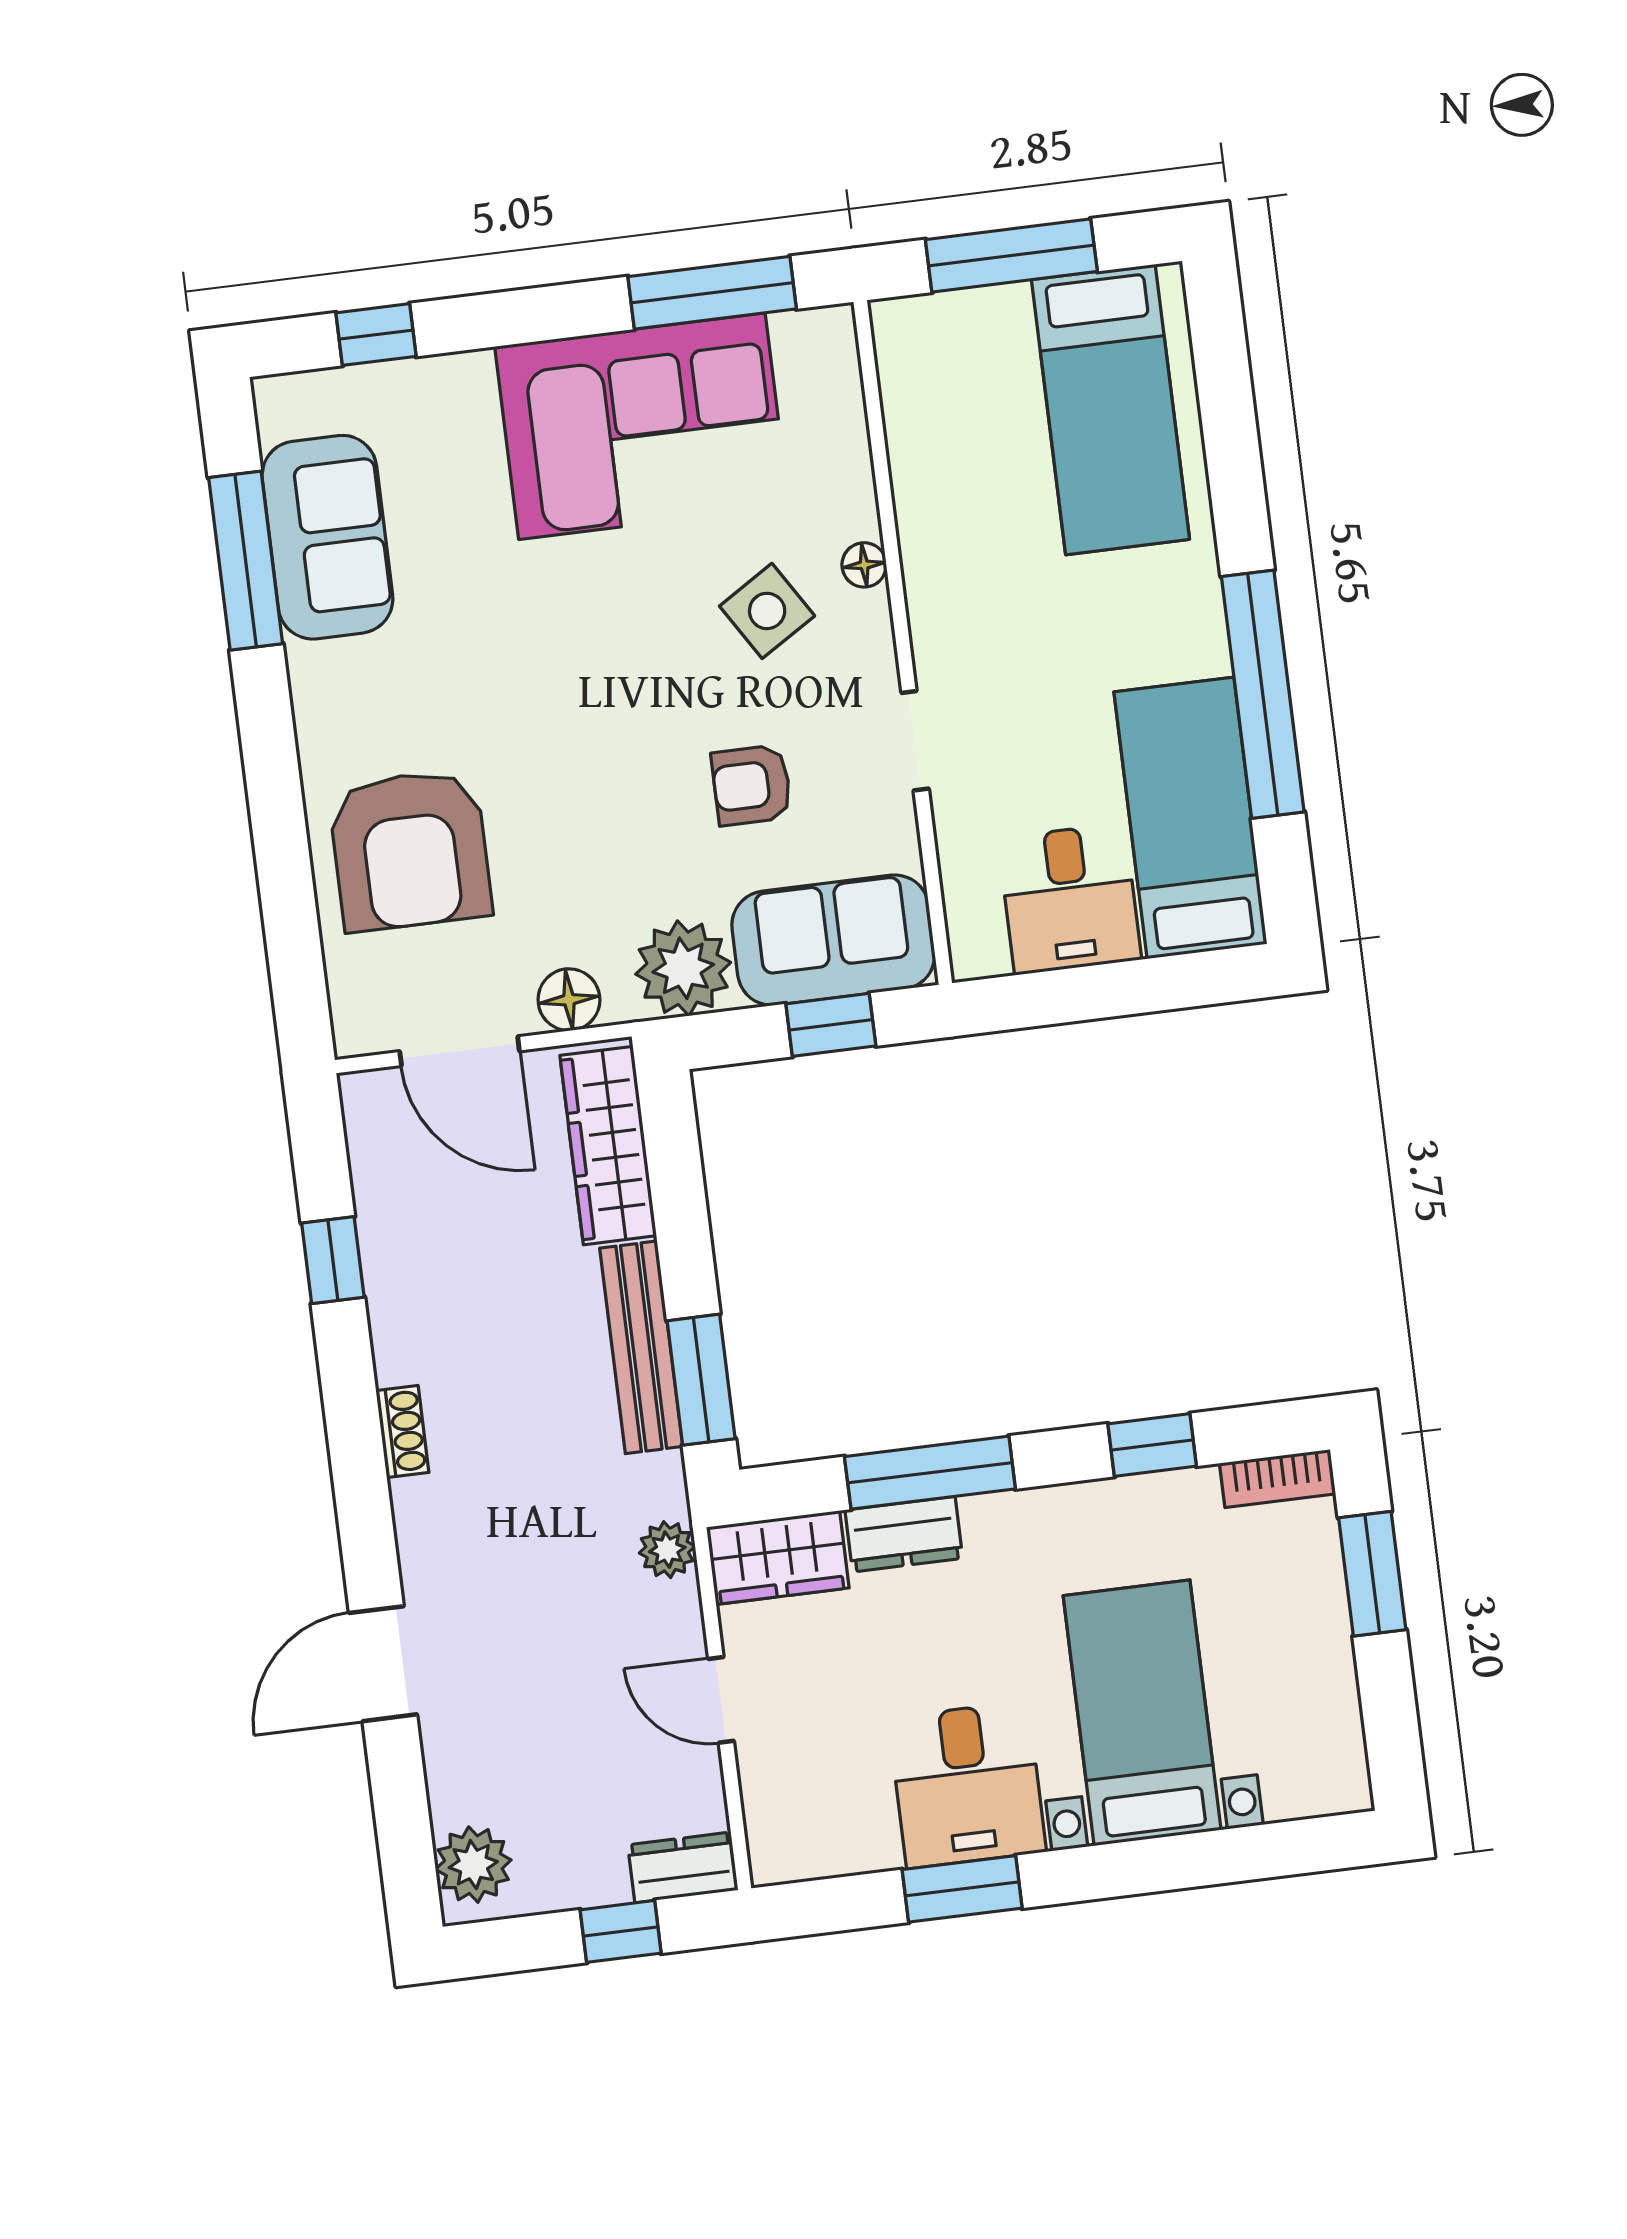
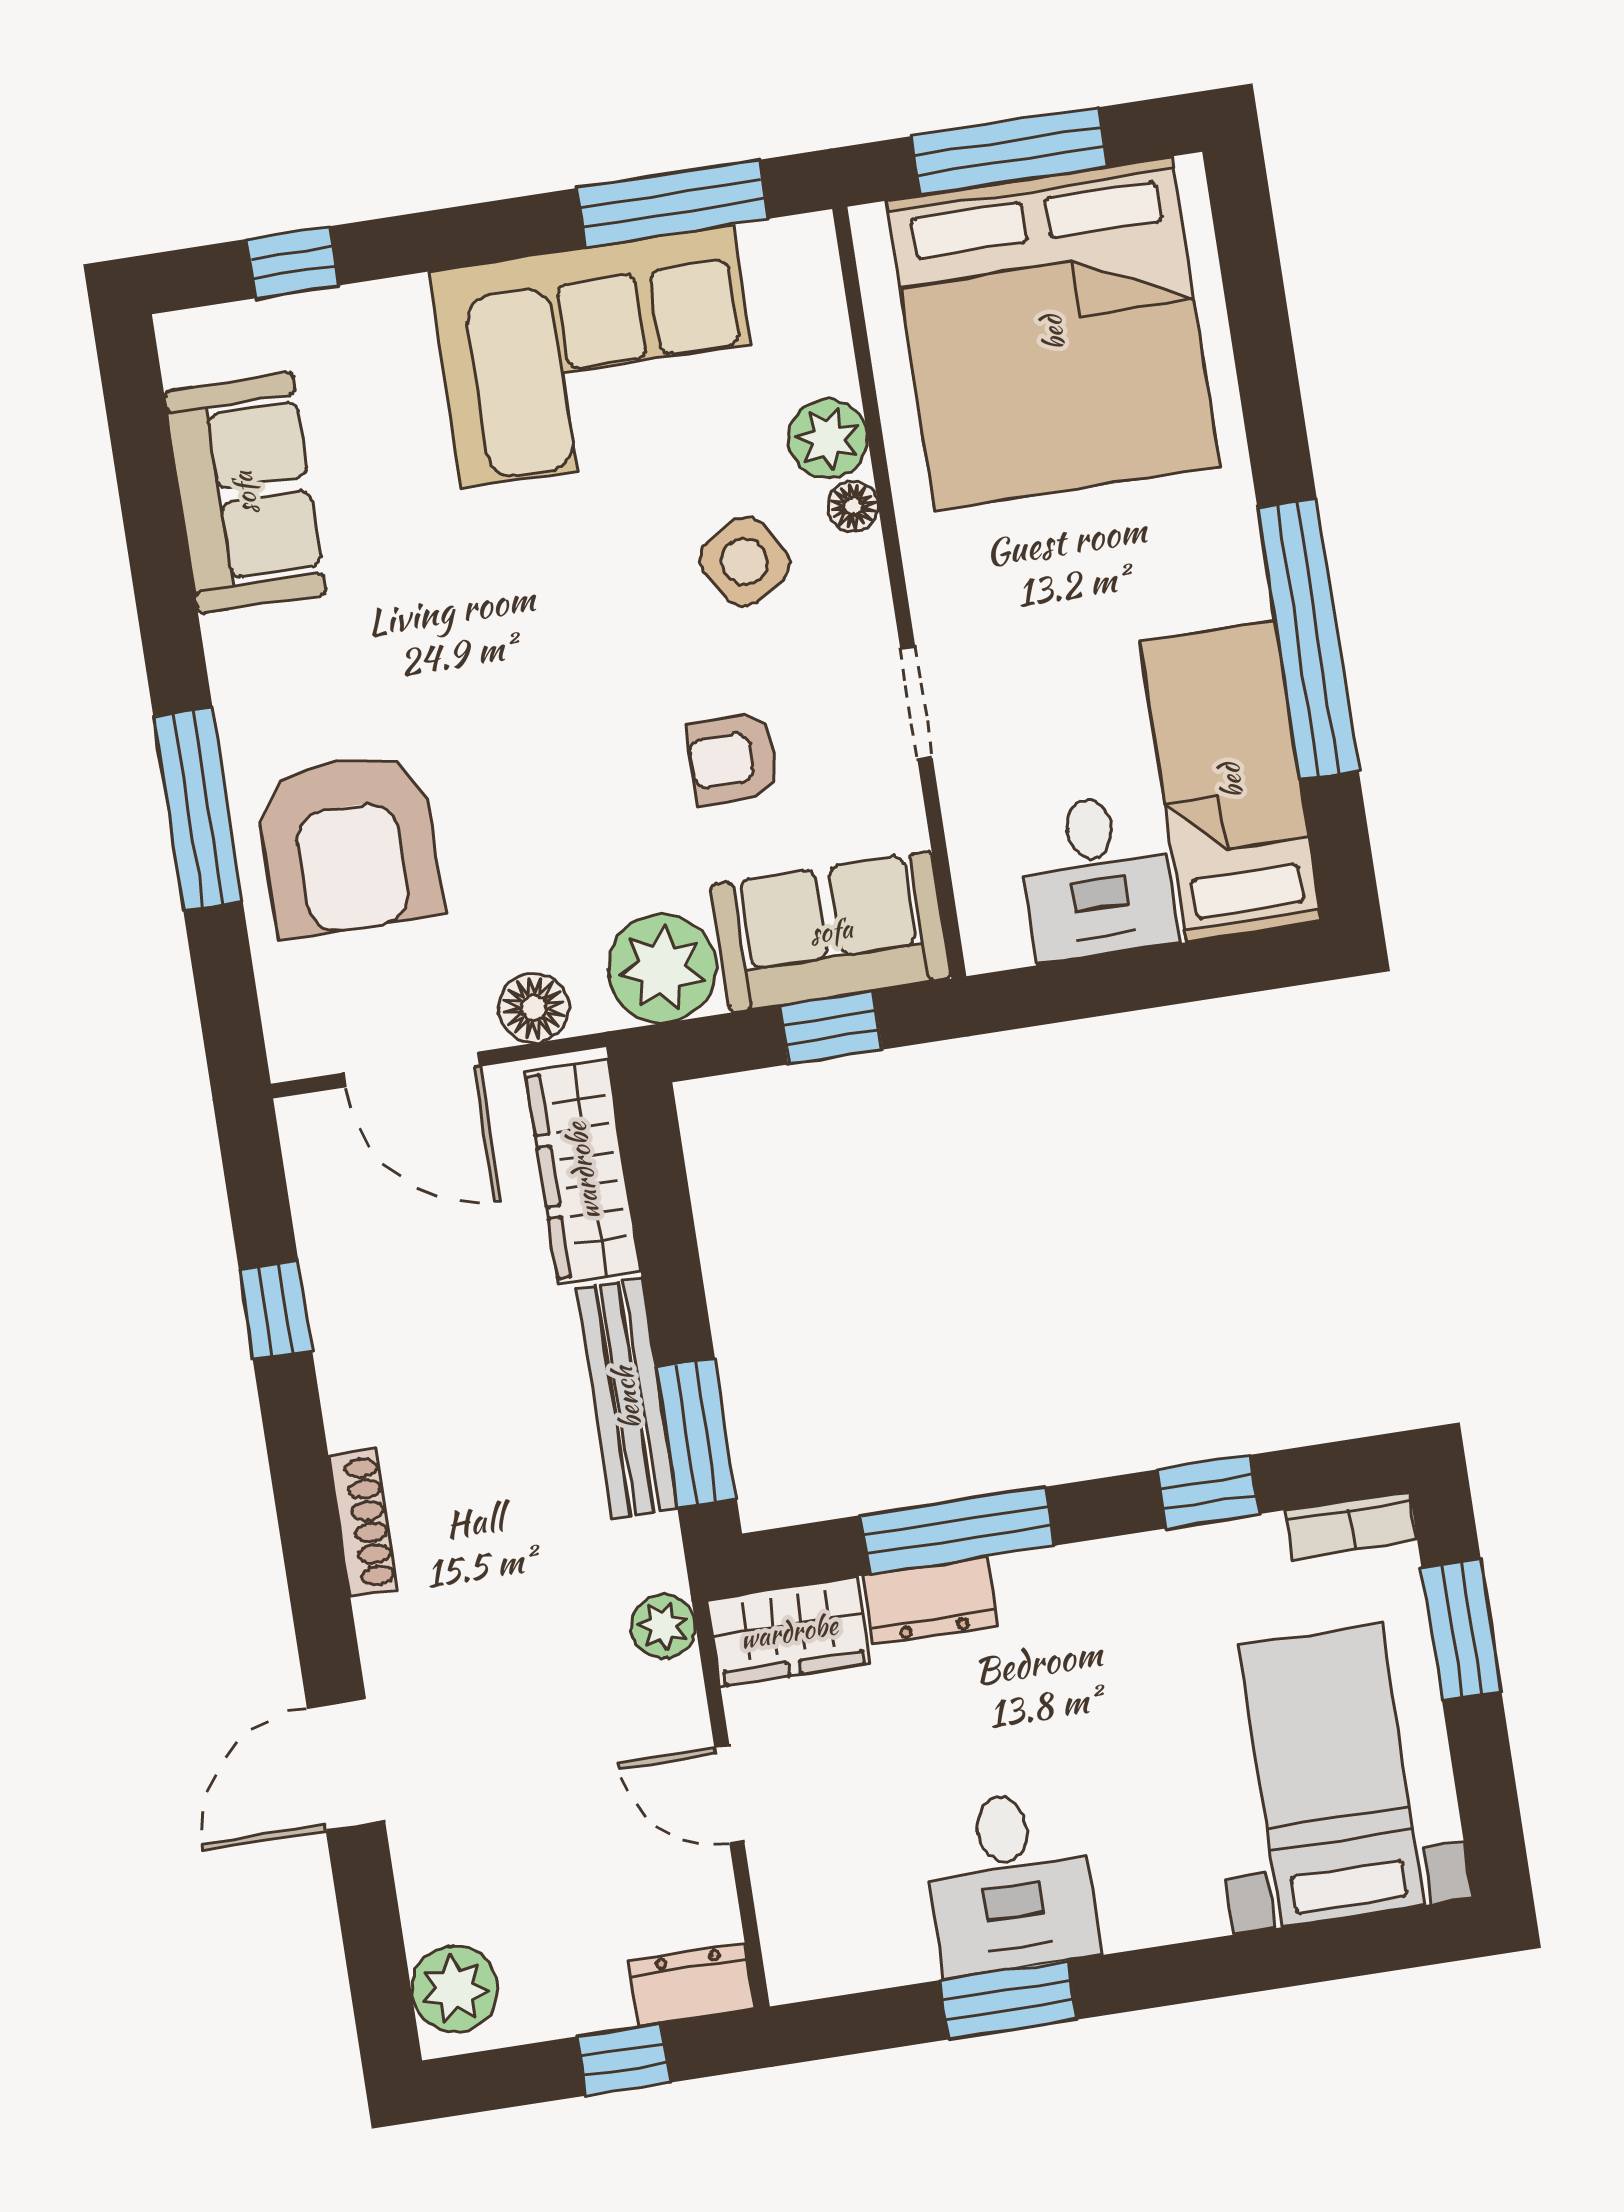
bed: (1110, 409) -> (1053, 333), width x2.04
plant: (844, 505) -> (828, 439), added
window: (246, 561) -> (198, 809), moved
shoe rack: (402, 1432) -> (363, 1523), width x1.43
bed with nightstands: (1142, 1713) -> (1332, 1775), moved

